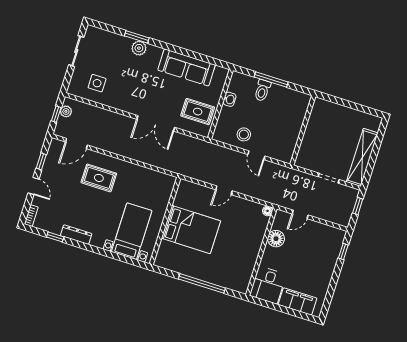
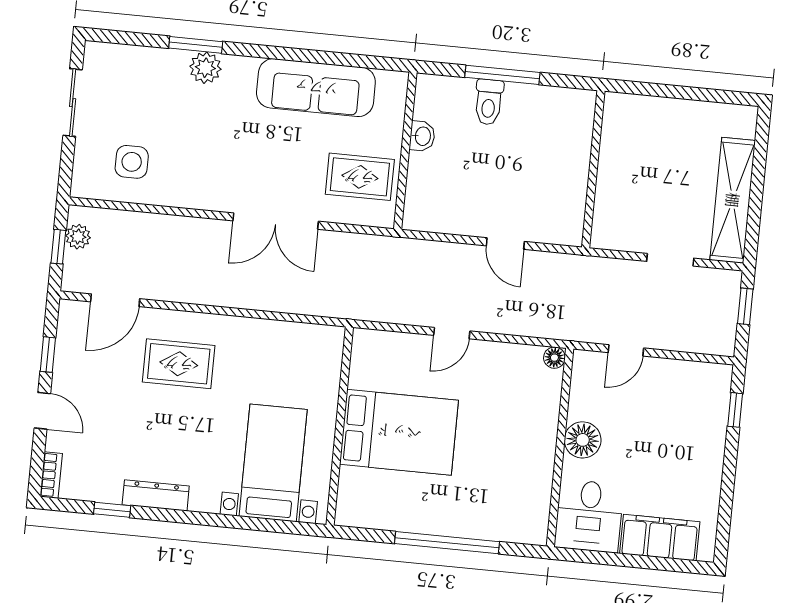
stool: (244, 134) -> (469, 205), removed
floor lamp: (276, 239) -> (583, 440), moved

